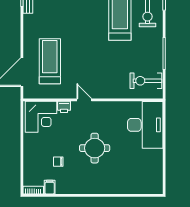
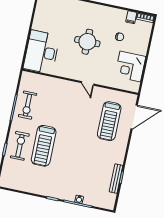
exercise bike: (146, 81) -> (28, 105), moved, turned 90
printer: (64, 107) -> (105, 81), removed
corner desk: (41, 117) -> (130, 66), moved, turned -90

